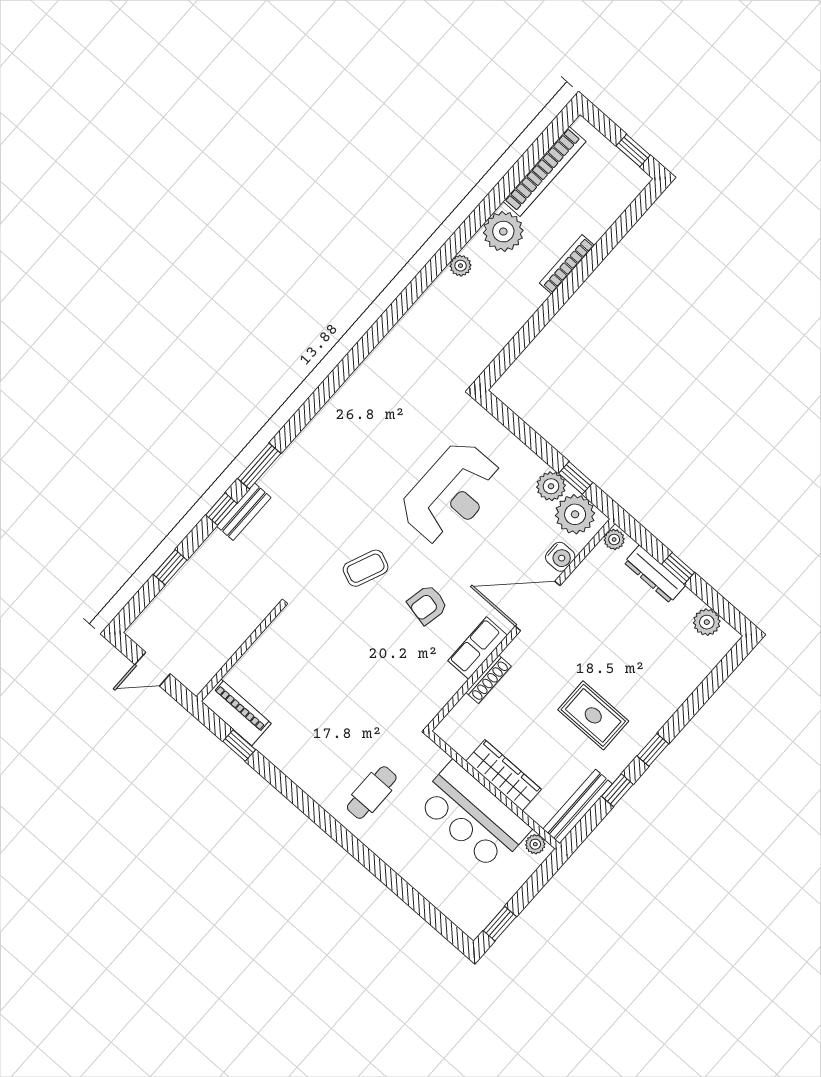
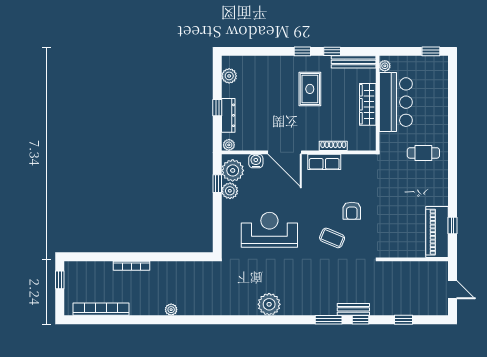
plant: (503, 232) -> (269, 304), moved
armchair: (428, 605) -> (352, 211), moved, turned 78
piano: (236, 712) -> (437, 232), width x1.37, depth x1.33

